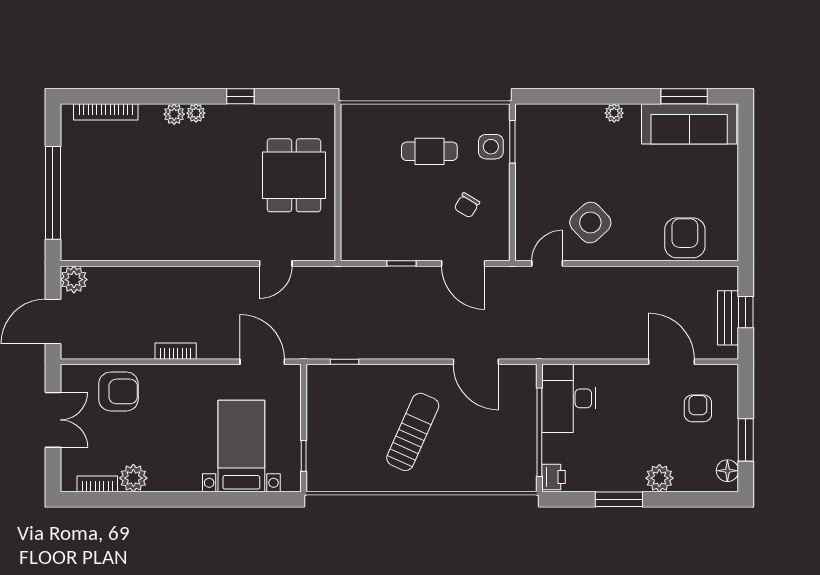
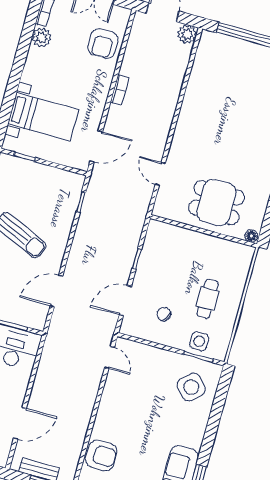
plant: (614, 113) -> (199, 431), removed
floor lamp: (327, 115) -> (251, 236), added
side table: (590, 223) -> (191, 387), moved

